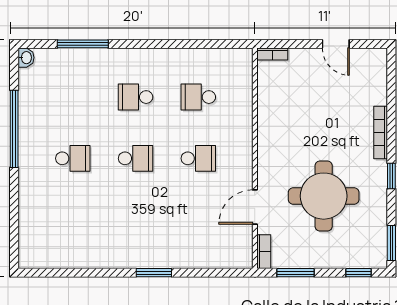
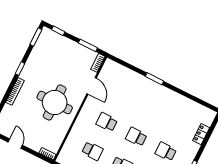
round table: (324, 196) -> (55, 102), moved
door: (255, 207) -> (92, 86), hinge flipped
locker: (27, 218) -> (201, 134), added

